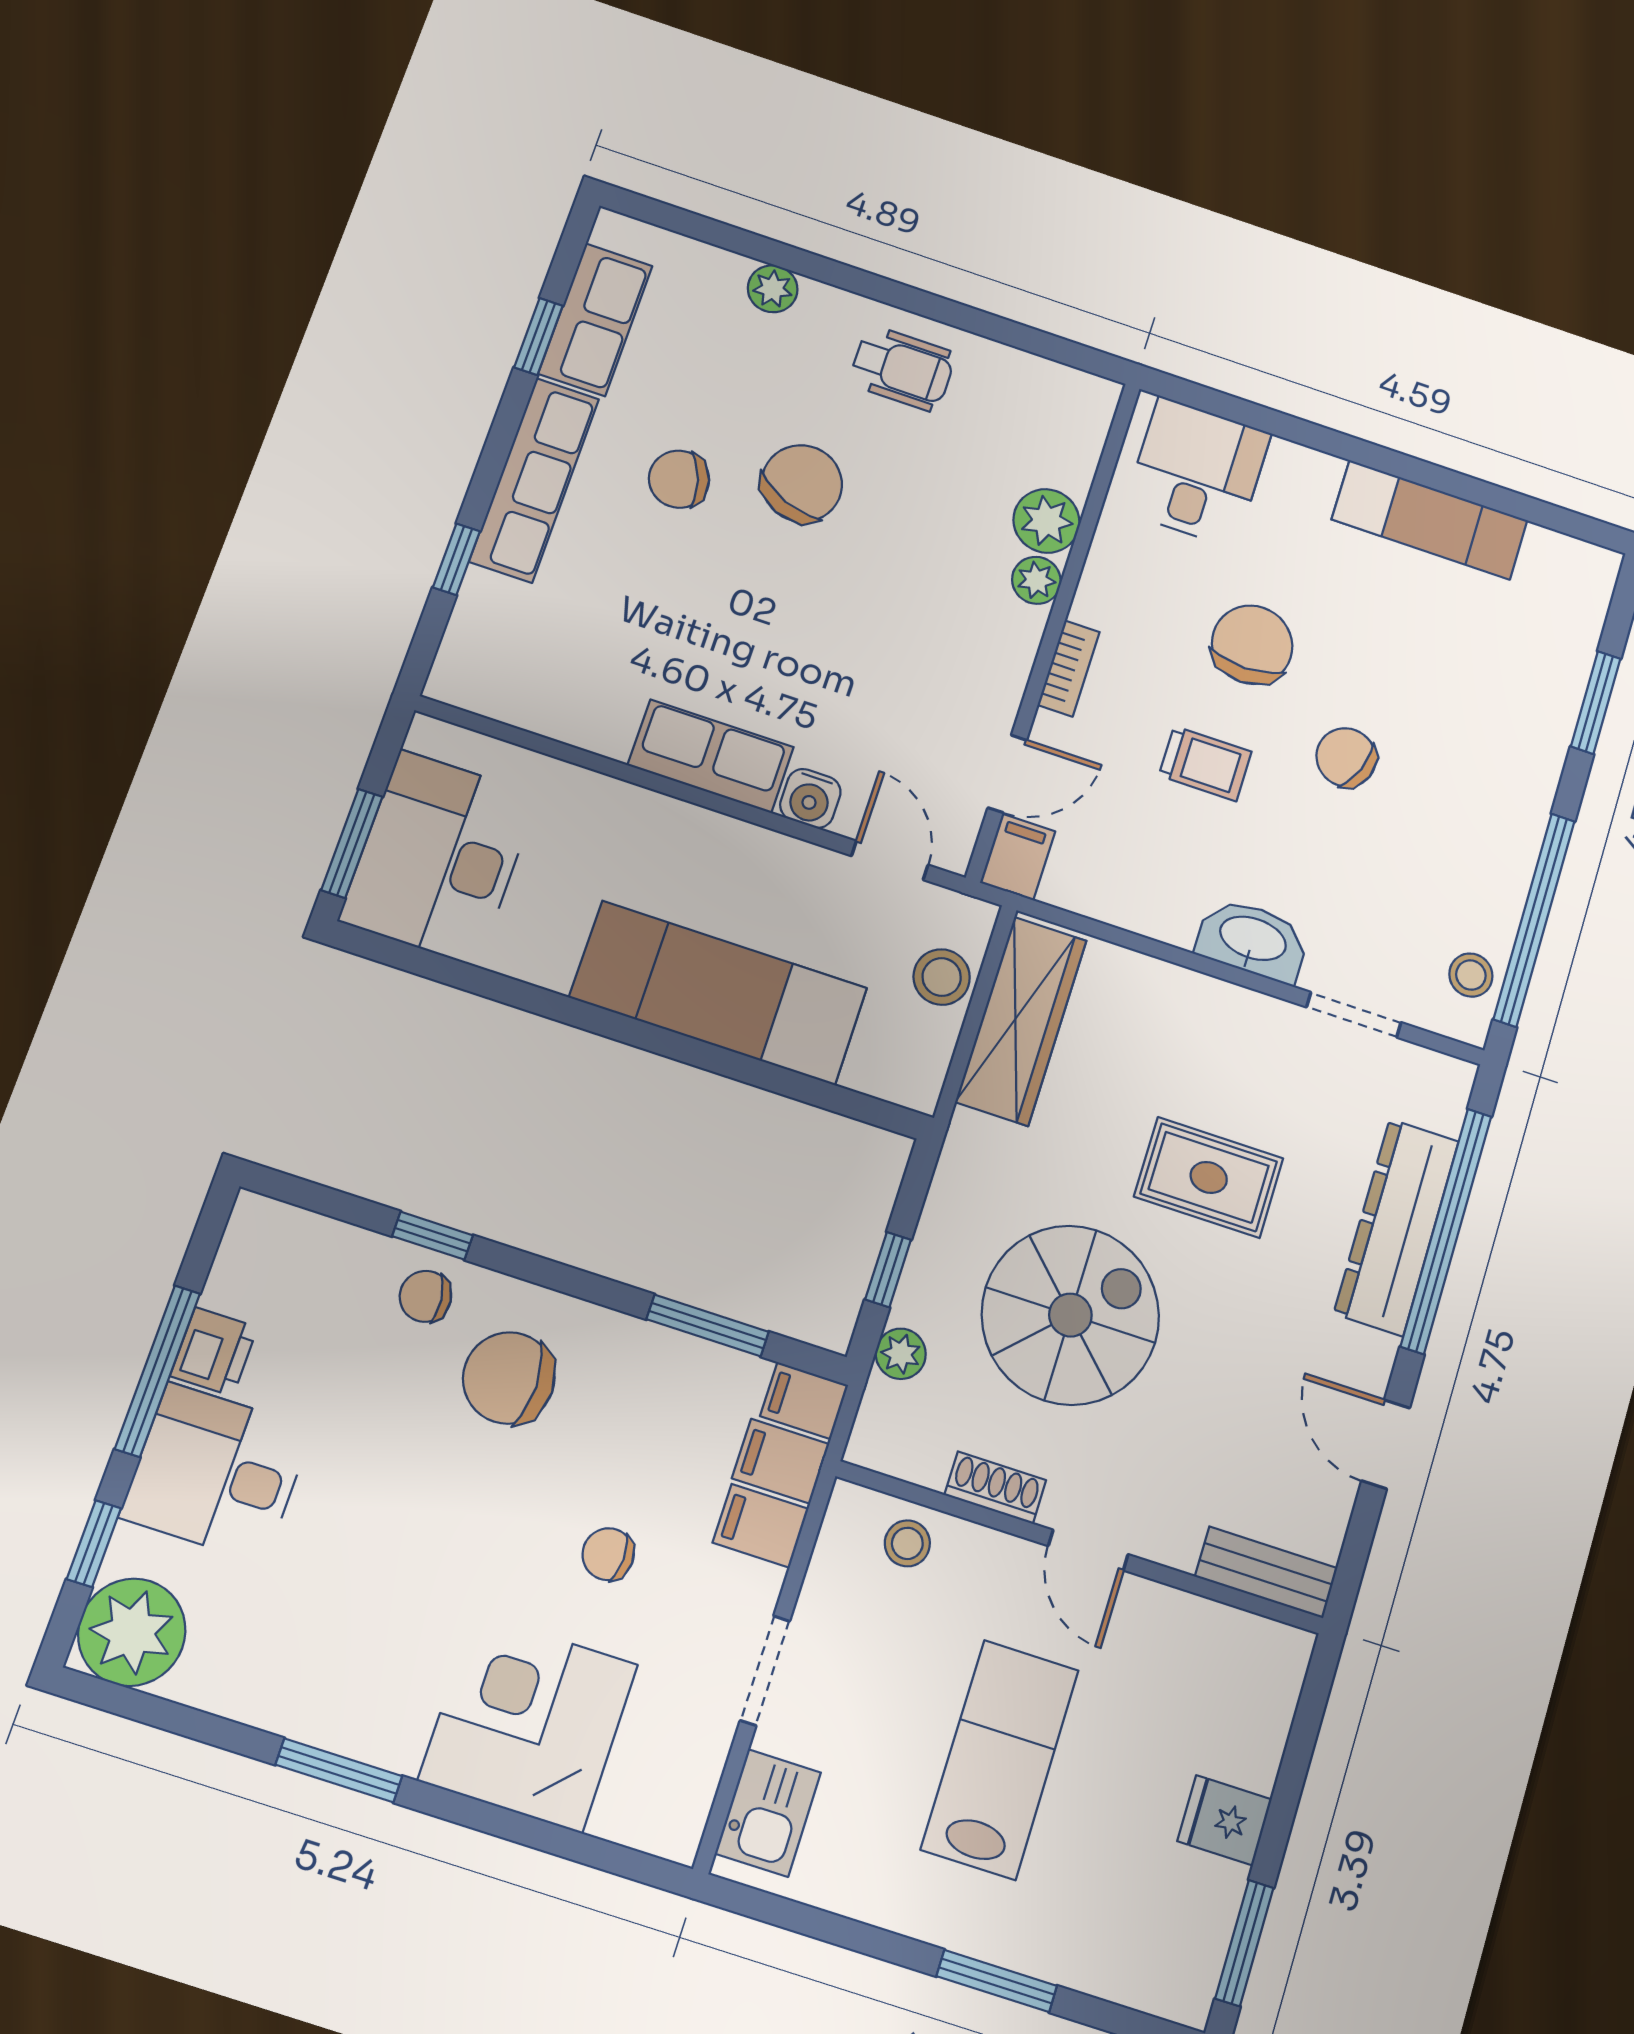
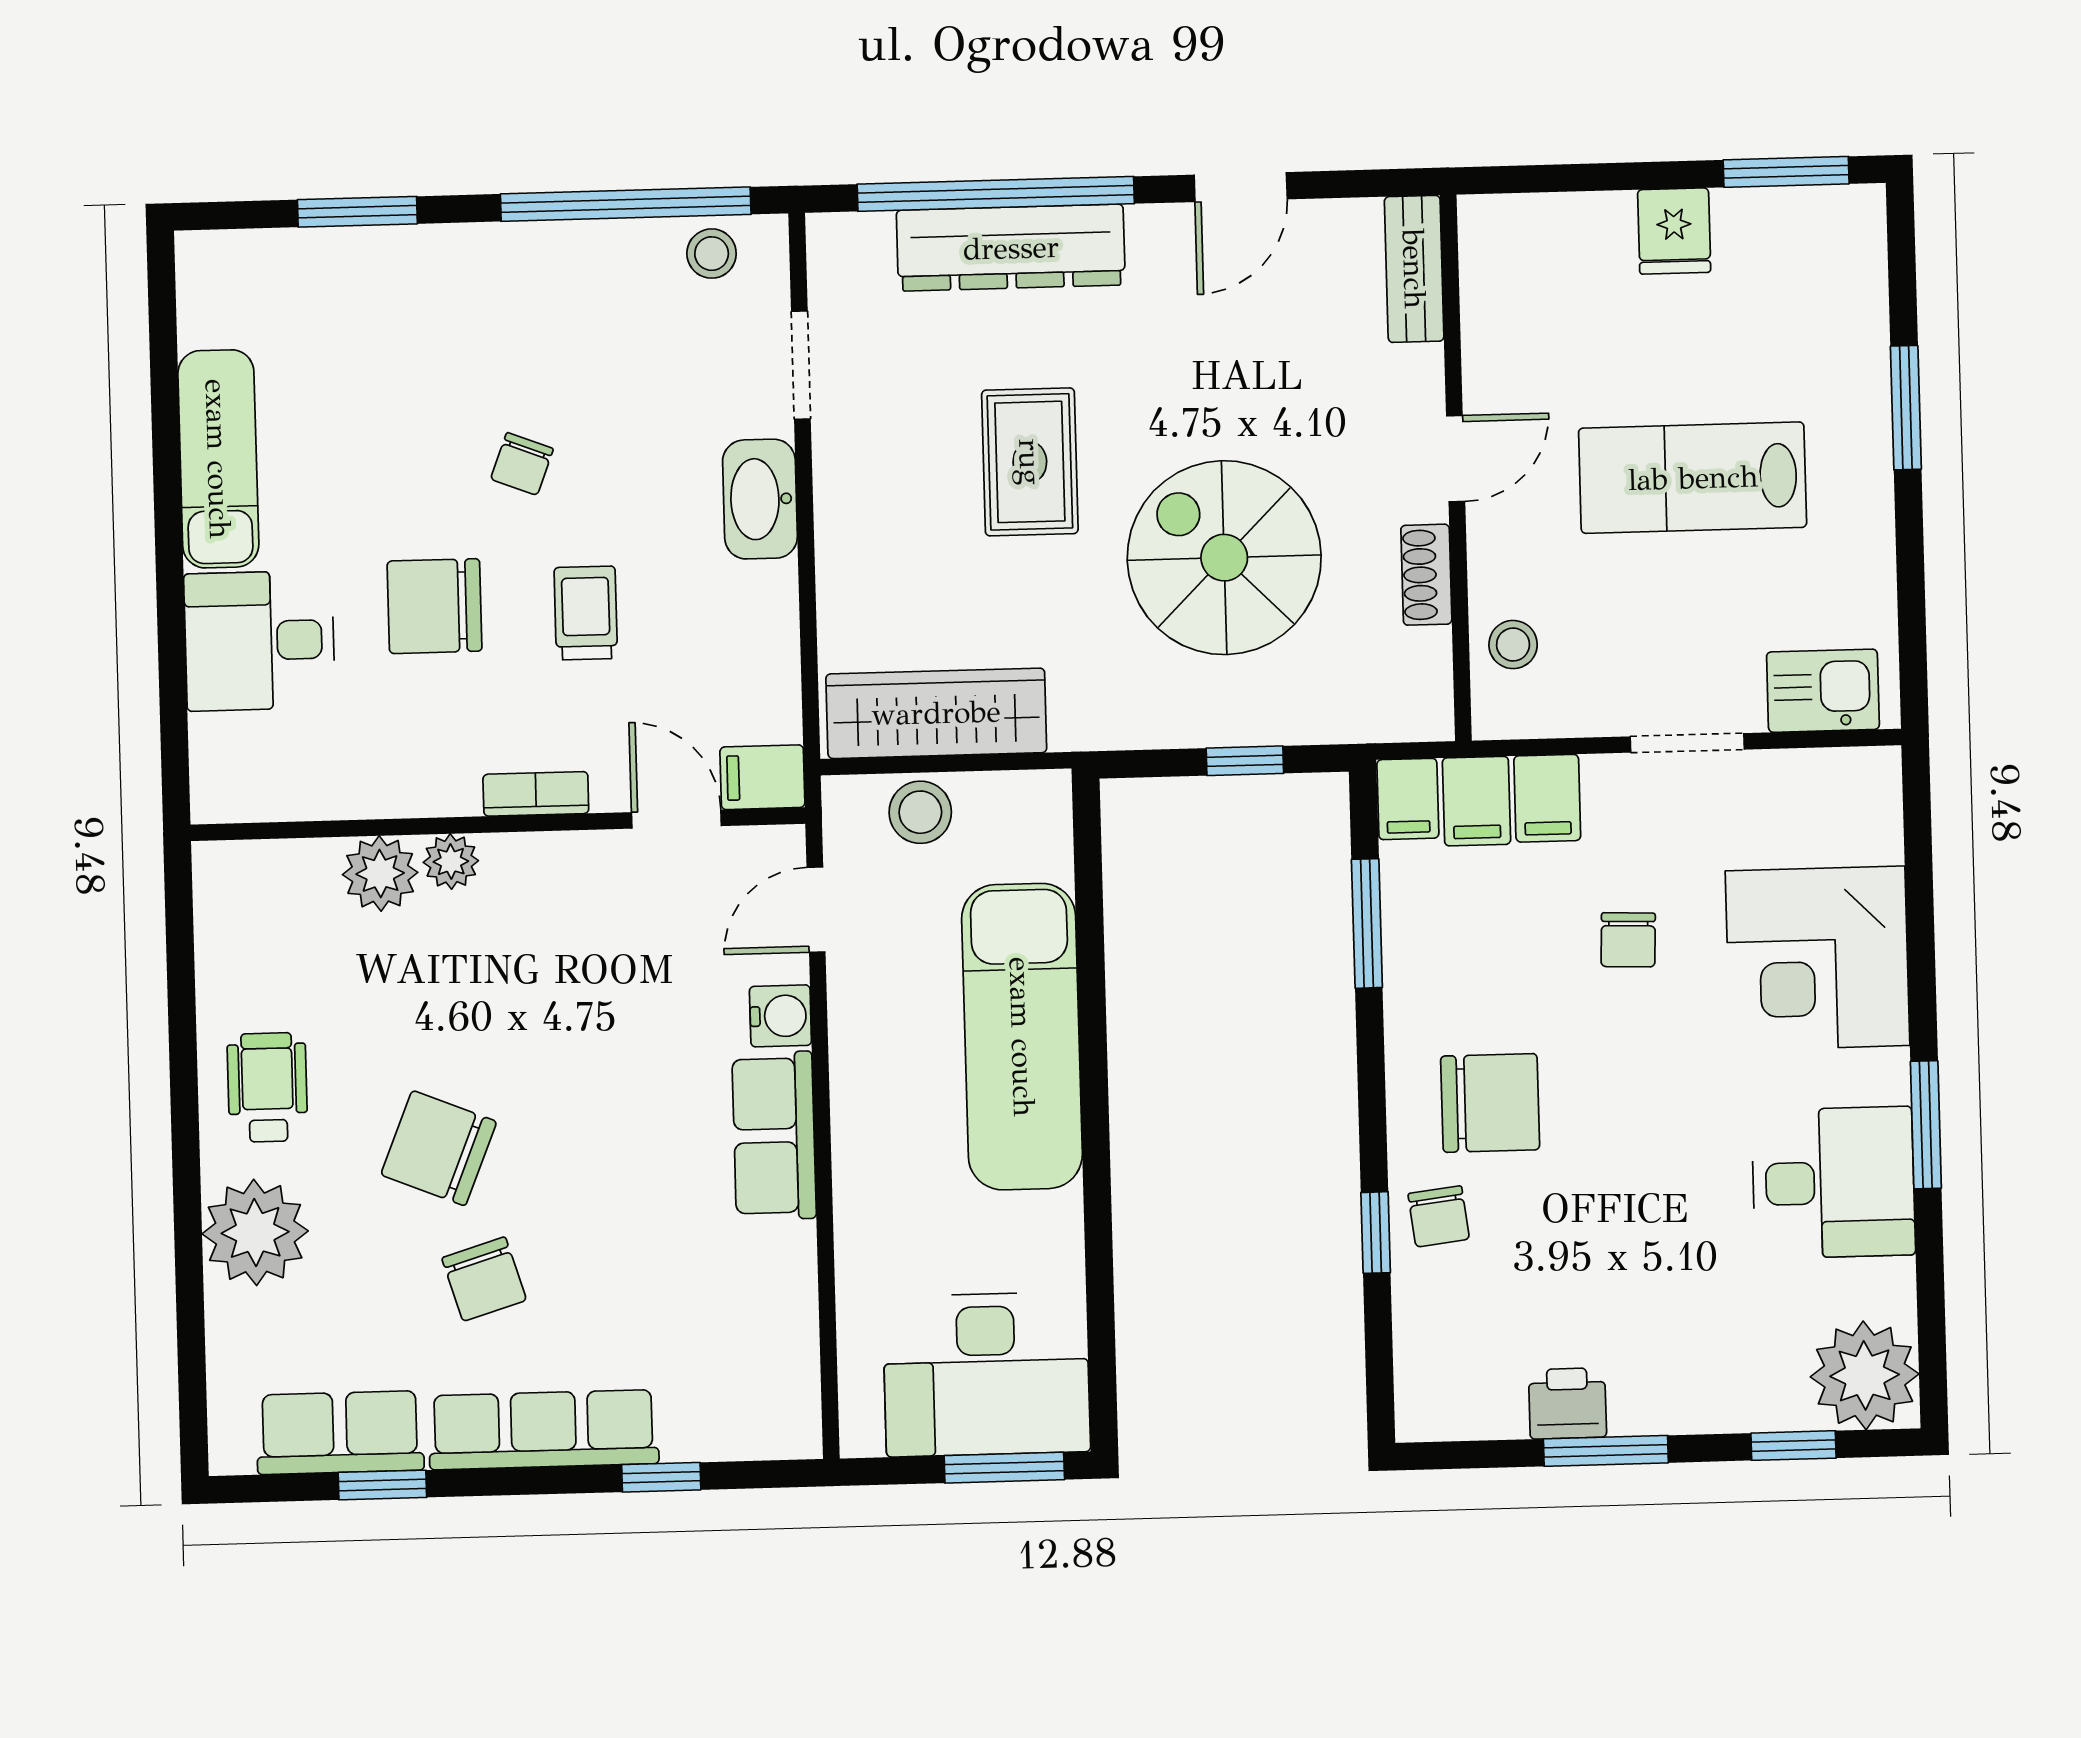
plant: (773, 289) -> (255, 1232), width x1.88, depth x1.88
desk: (1197, 472) -> (259, 641), moved
chair: (1346, 757) -> (522, 464), width x0.73, depth x0.73
plant: (901, 1354) -> (1326, 718), removed
window: (157, 1371) -> (1606, 1451), width x0.69
chair: (509, 1378) -> (1490, 1103), turned -90
desk: (216, 1473) -> (1833, 1183), moved, turned -90

